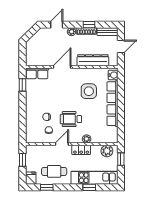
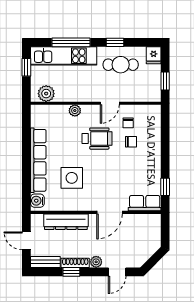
door: (121, 47) -> (26, 241), hinge flipped
locker: (81, 150) -> (82, 95), removed
window: (121, 159) -> (26, 67), moved
window: (47, 187) -> (115, 42), moved
window: (89, 187) -> (71, 42), width x2.17

